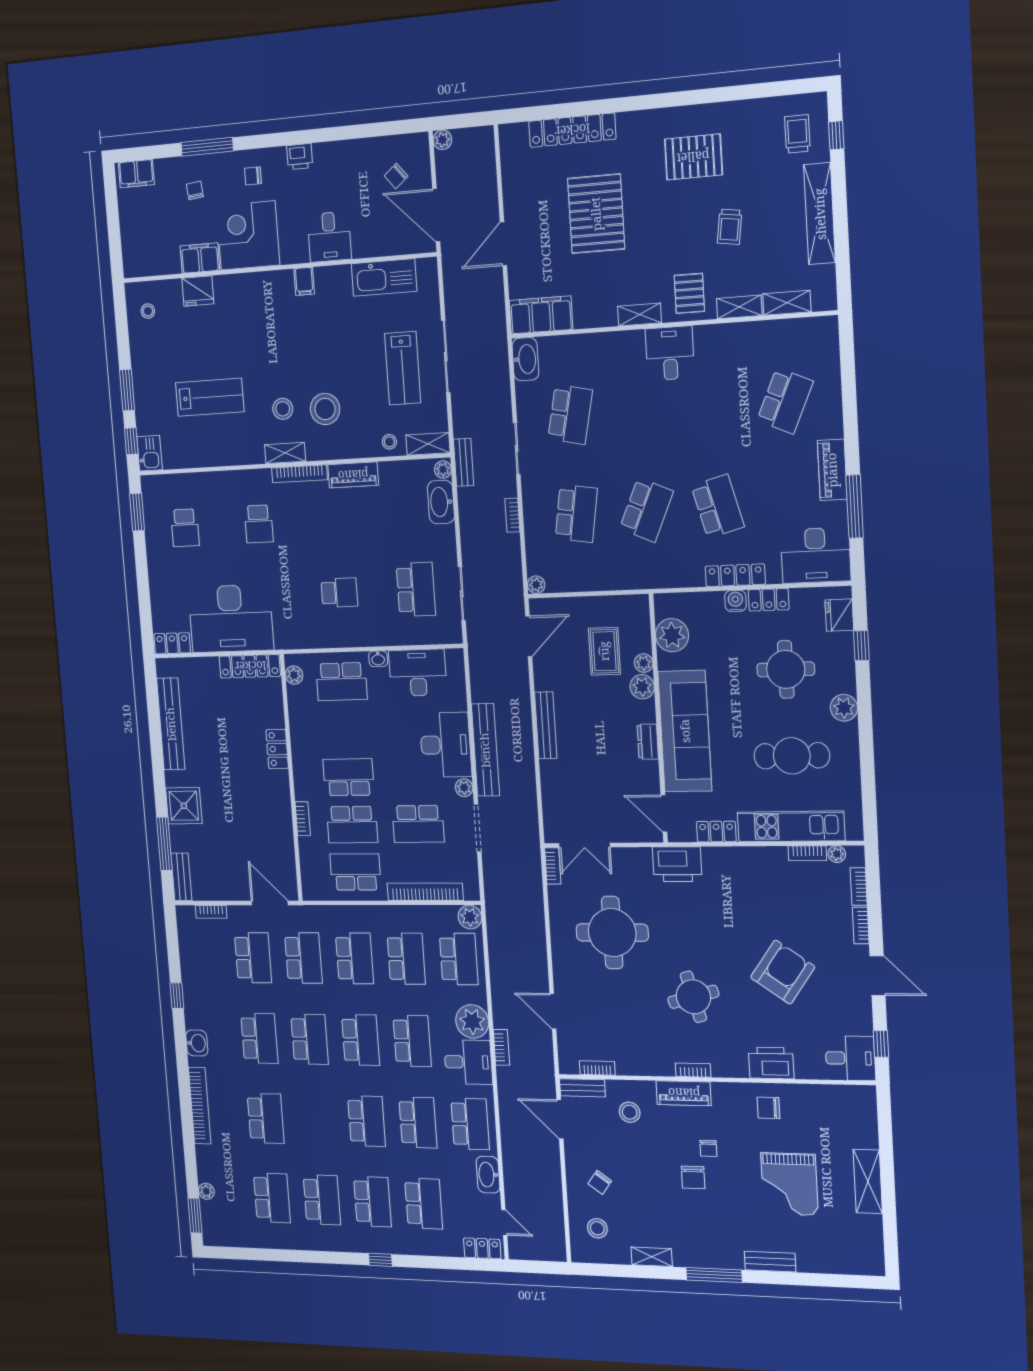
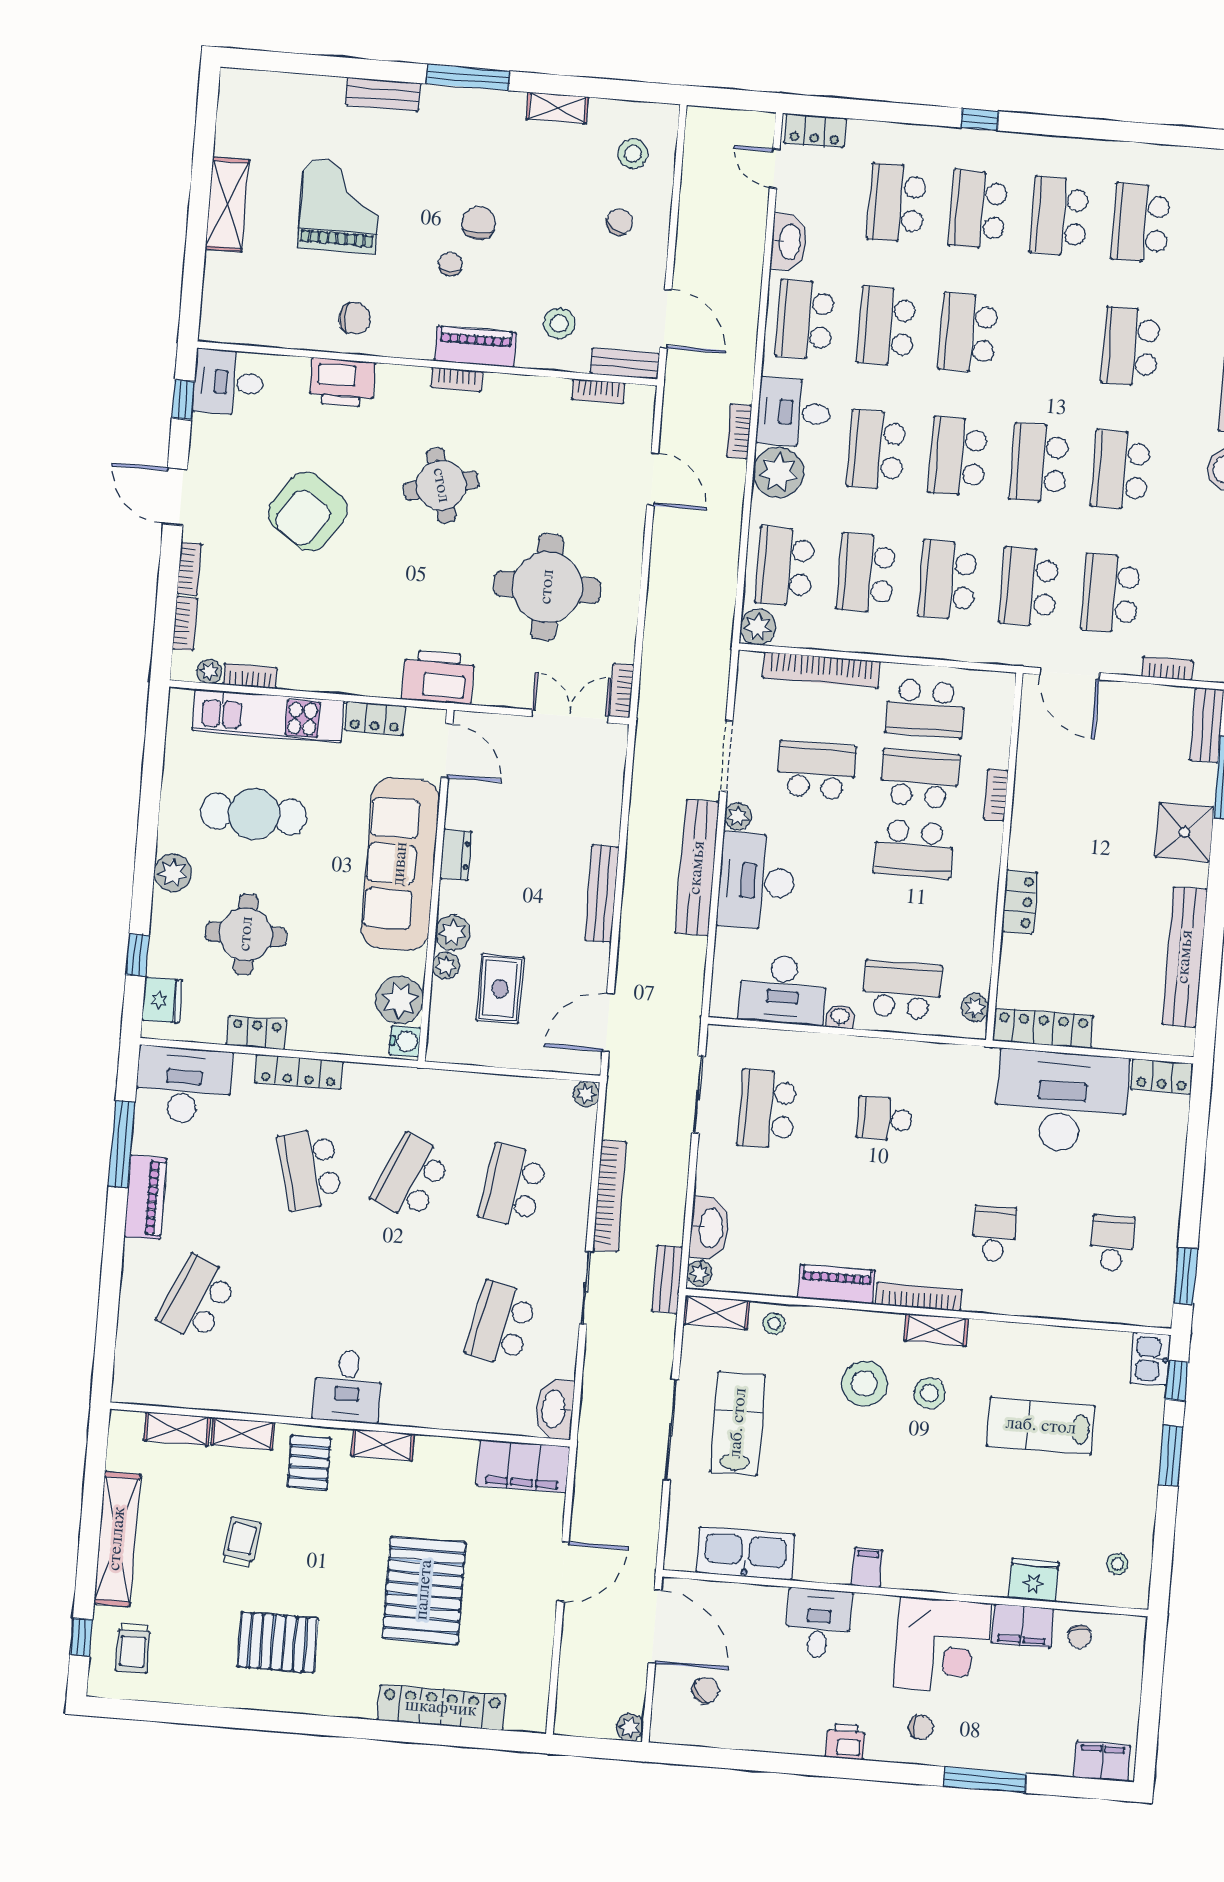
chair: (195, 190) -> (1080, 1637), moved
bookcase: (512, 515) -> (609, 1196), width x2.31, depth x1.31
water cooler: (735, 601) -> (405, 1041), moved, turned -90

